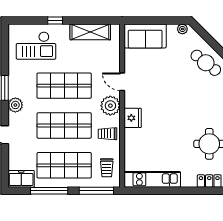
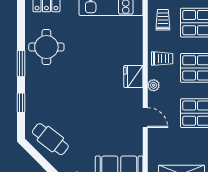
plant: (110, 106) -> (154, 85), width x0.53, depth x0.53

